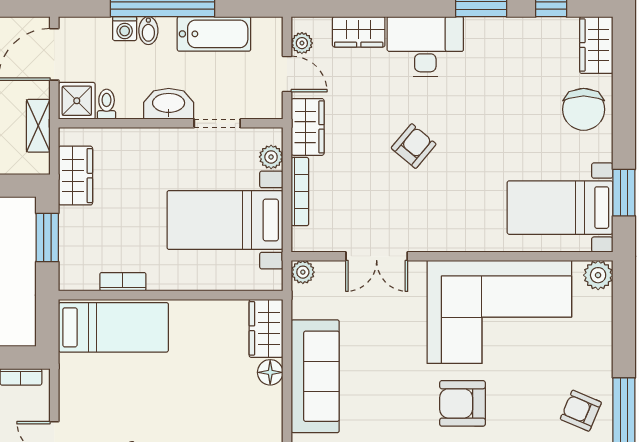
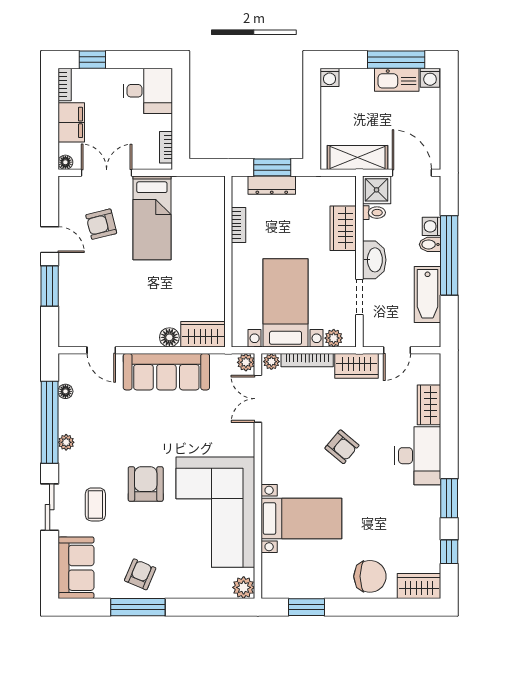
plant: (302, 43) -> (271, 362), moved
chair: (584, 109) -> (370, 576), turned 180
shelving: (38, 126) -> (357, 157), width x1.50, depth x1.33
wardrobe: (75, 176) -> (343, 228), moved, turned 90
bed with nightstands: (560, 208) -> (301, 519), moved, turned 90
dresser: (71, 238) -> (272, 185), added
double door: (377, 256) -> (258, 399), moved
bed: (113, 327) -> (152, 218), moved

